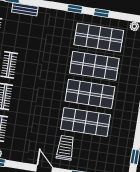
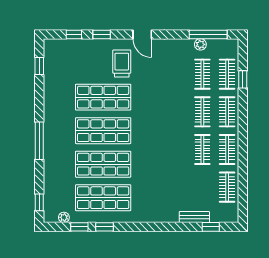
window: (75, 9) -> (79, 227), moved
trolley: (65, 148) -> (122, 64), turned 180

